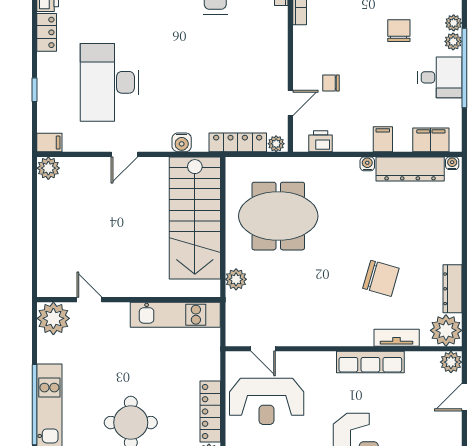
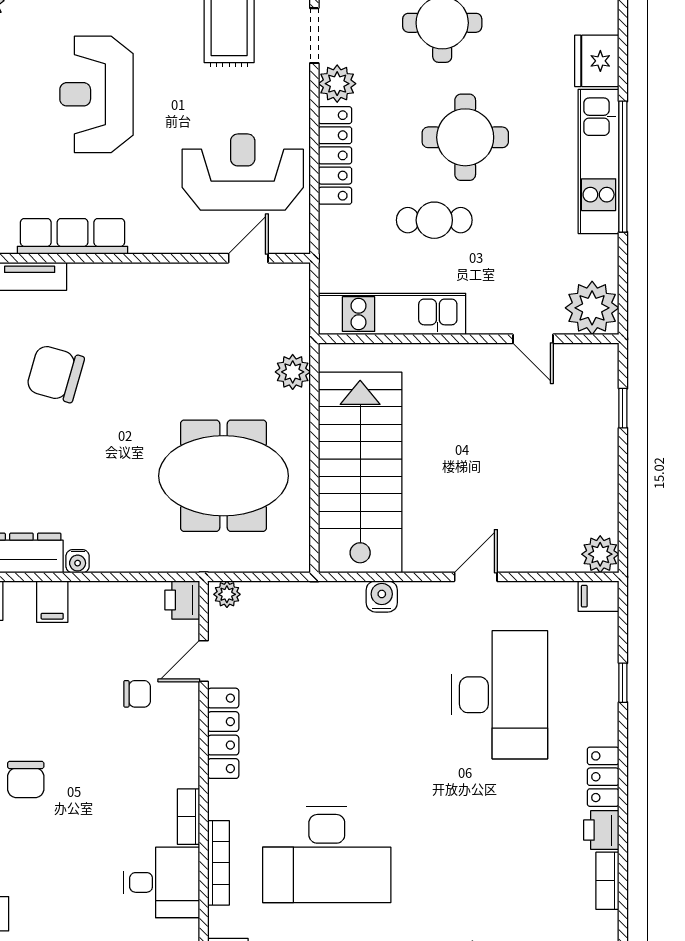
printer: (321, 141) -> (182, 600), moved, turned 90
locker: (238, 142) -> (223, 733), moved, turned -90
window: (35, 257) -> (623, 408), added
door: (263, 349) -> (248, 258), hinge flipped
cafe table: (150, 372) -> (434, 220), added

